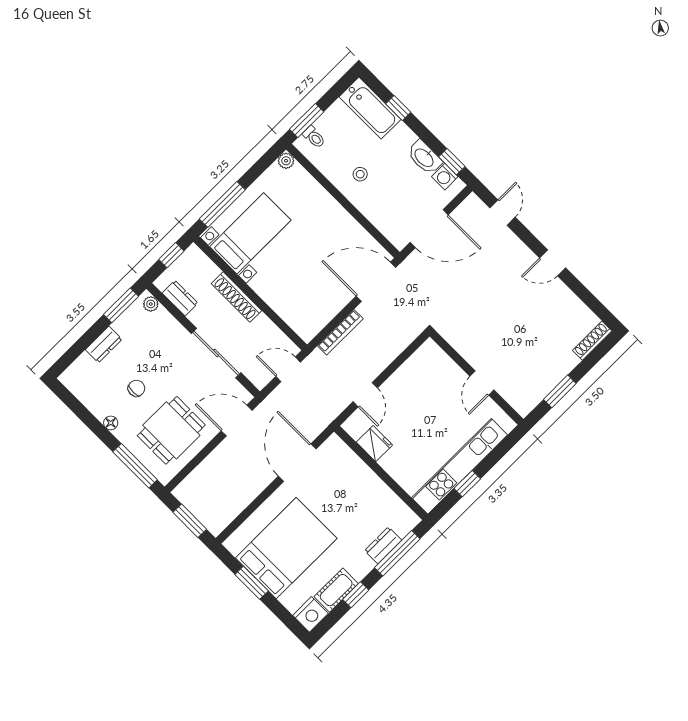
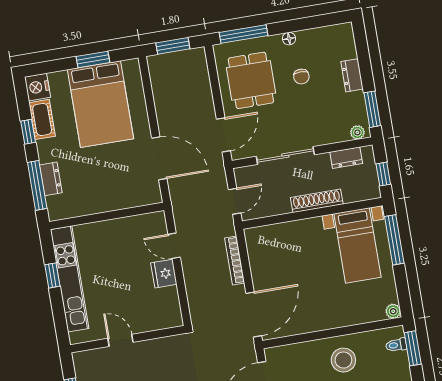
stool: (360, 174) -> (343, 360), width x1.89, depth x1.89
fridge: (374, 444) -> (164, 274), moved, turned 90

